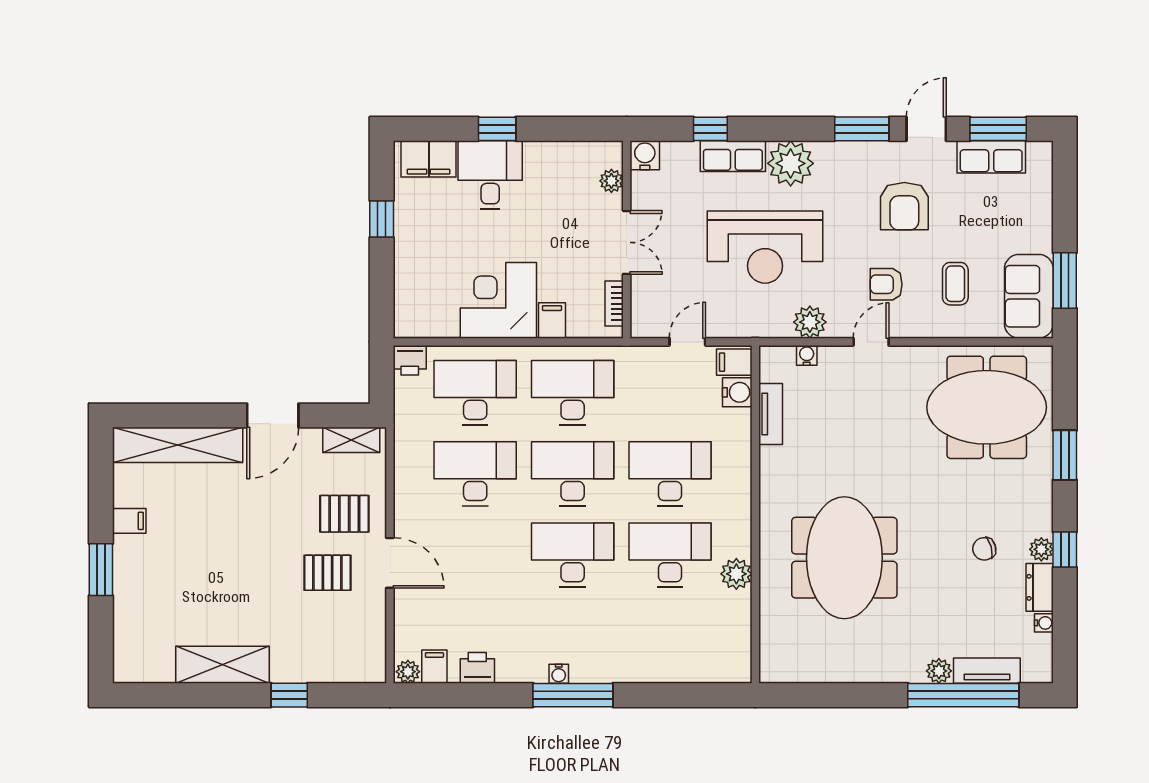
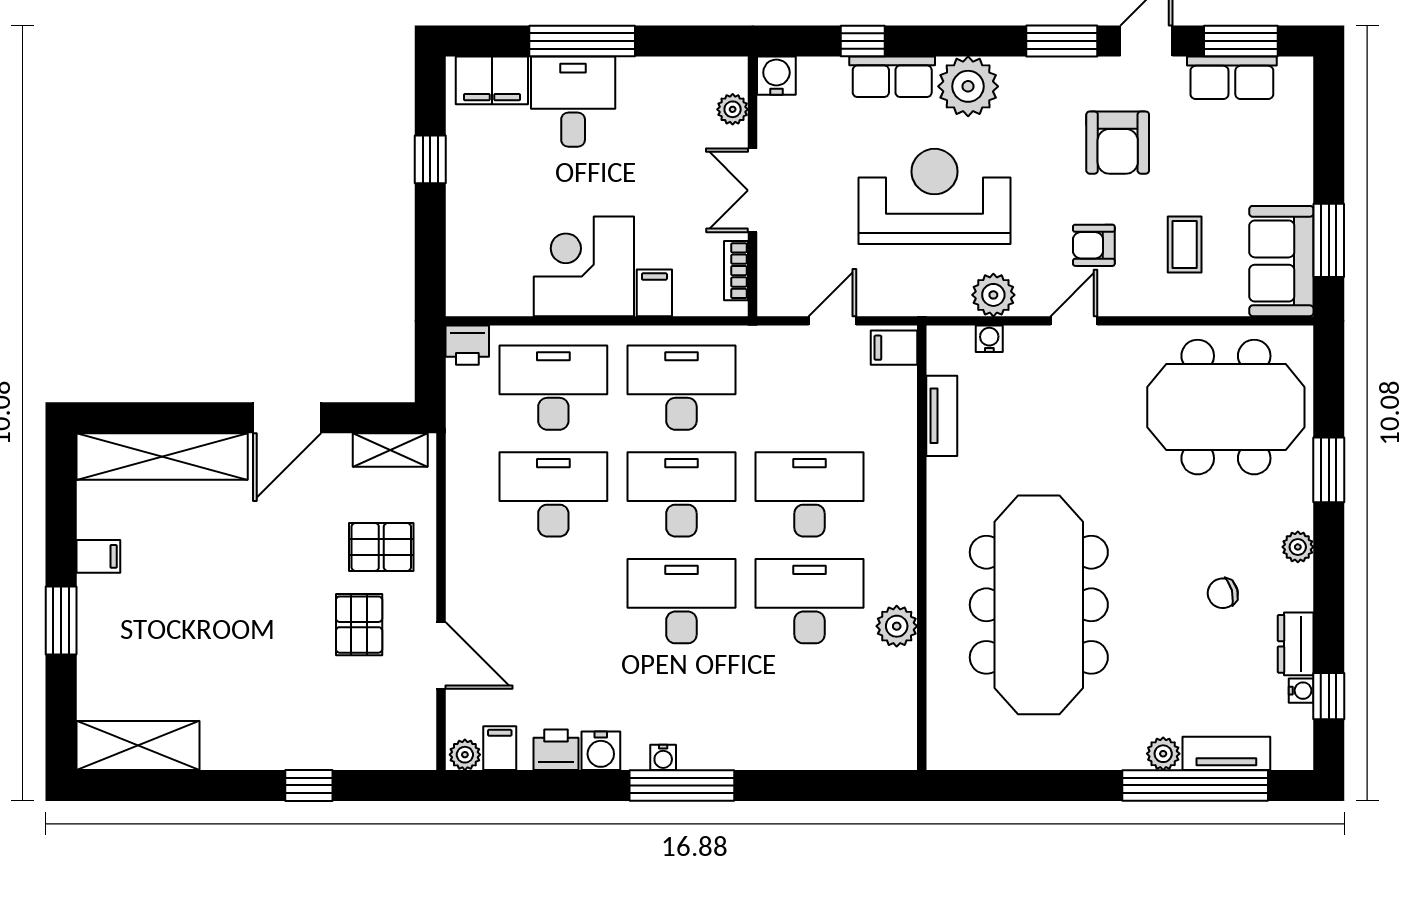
window: (497, 129) -> (582, 41), width x2.17
double door: (627, 242) -> (753, 190), swing flipped
reception desk: (765, 247) -> (935, 196), turned 180
water cooler: (737, 392) -> (601, 751), moved, turned 90
plant: (1041, 549) -> (1298, 547), moved
window: (1065, 550) -> (1329, 696), moved
meeting table: (844, 558) -> (1039, 605), width x1.36
door: (390, 563) -> (441, 656), moved
pallet: (327, 573) -> (359, 625), turned 90
shelving: (222, 665) -> (138, 746), moved

